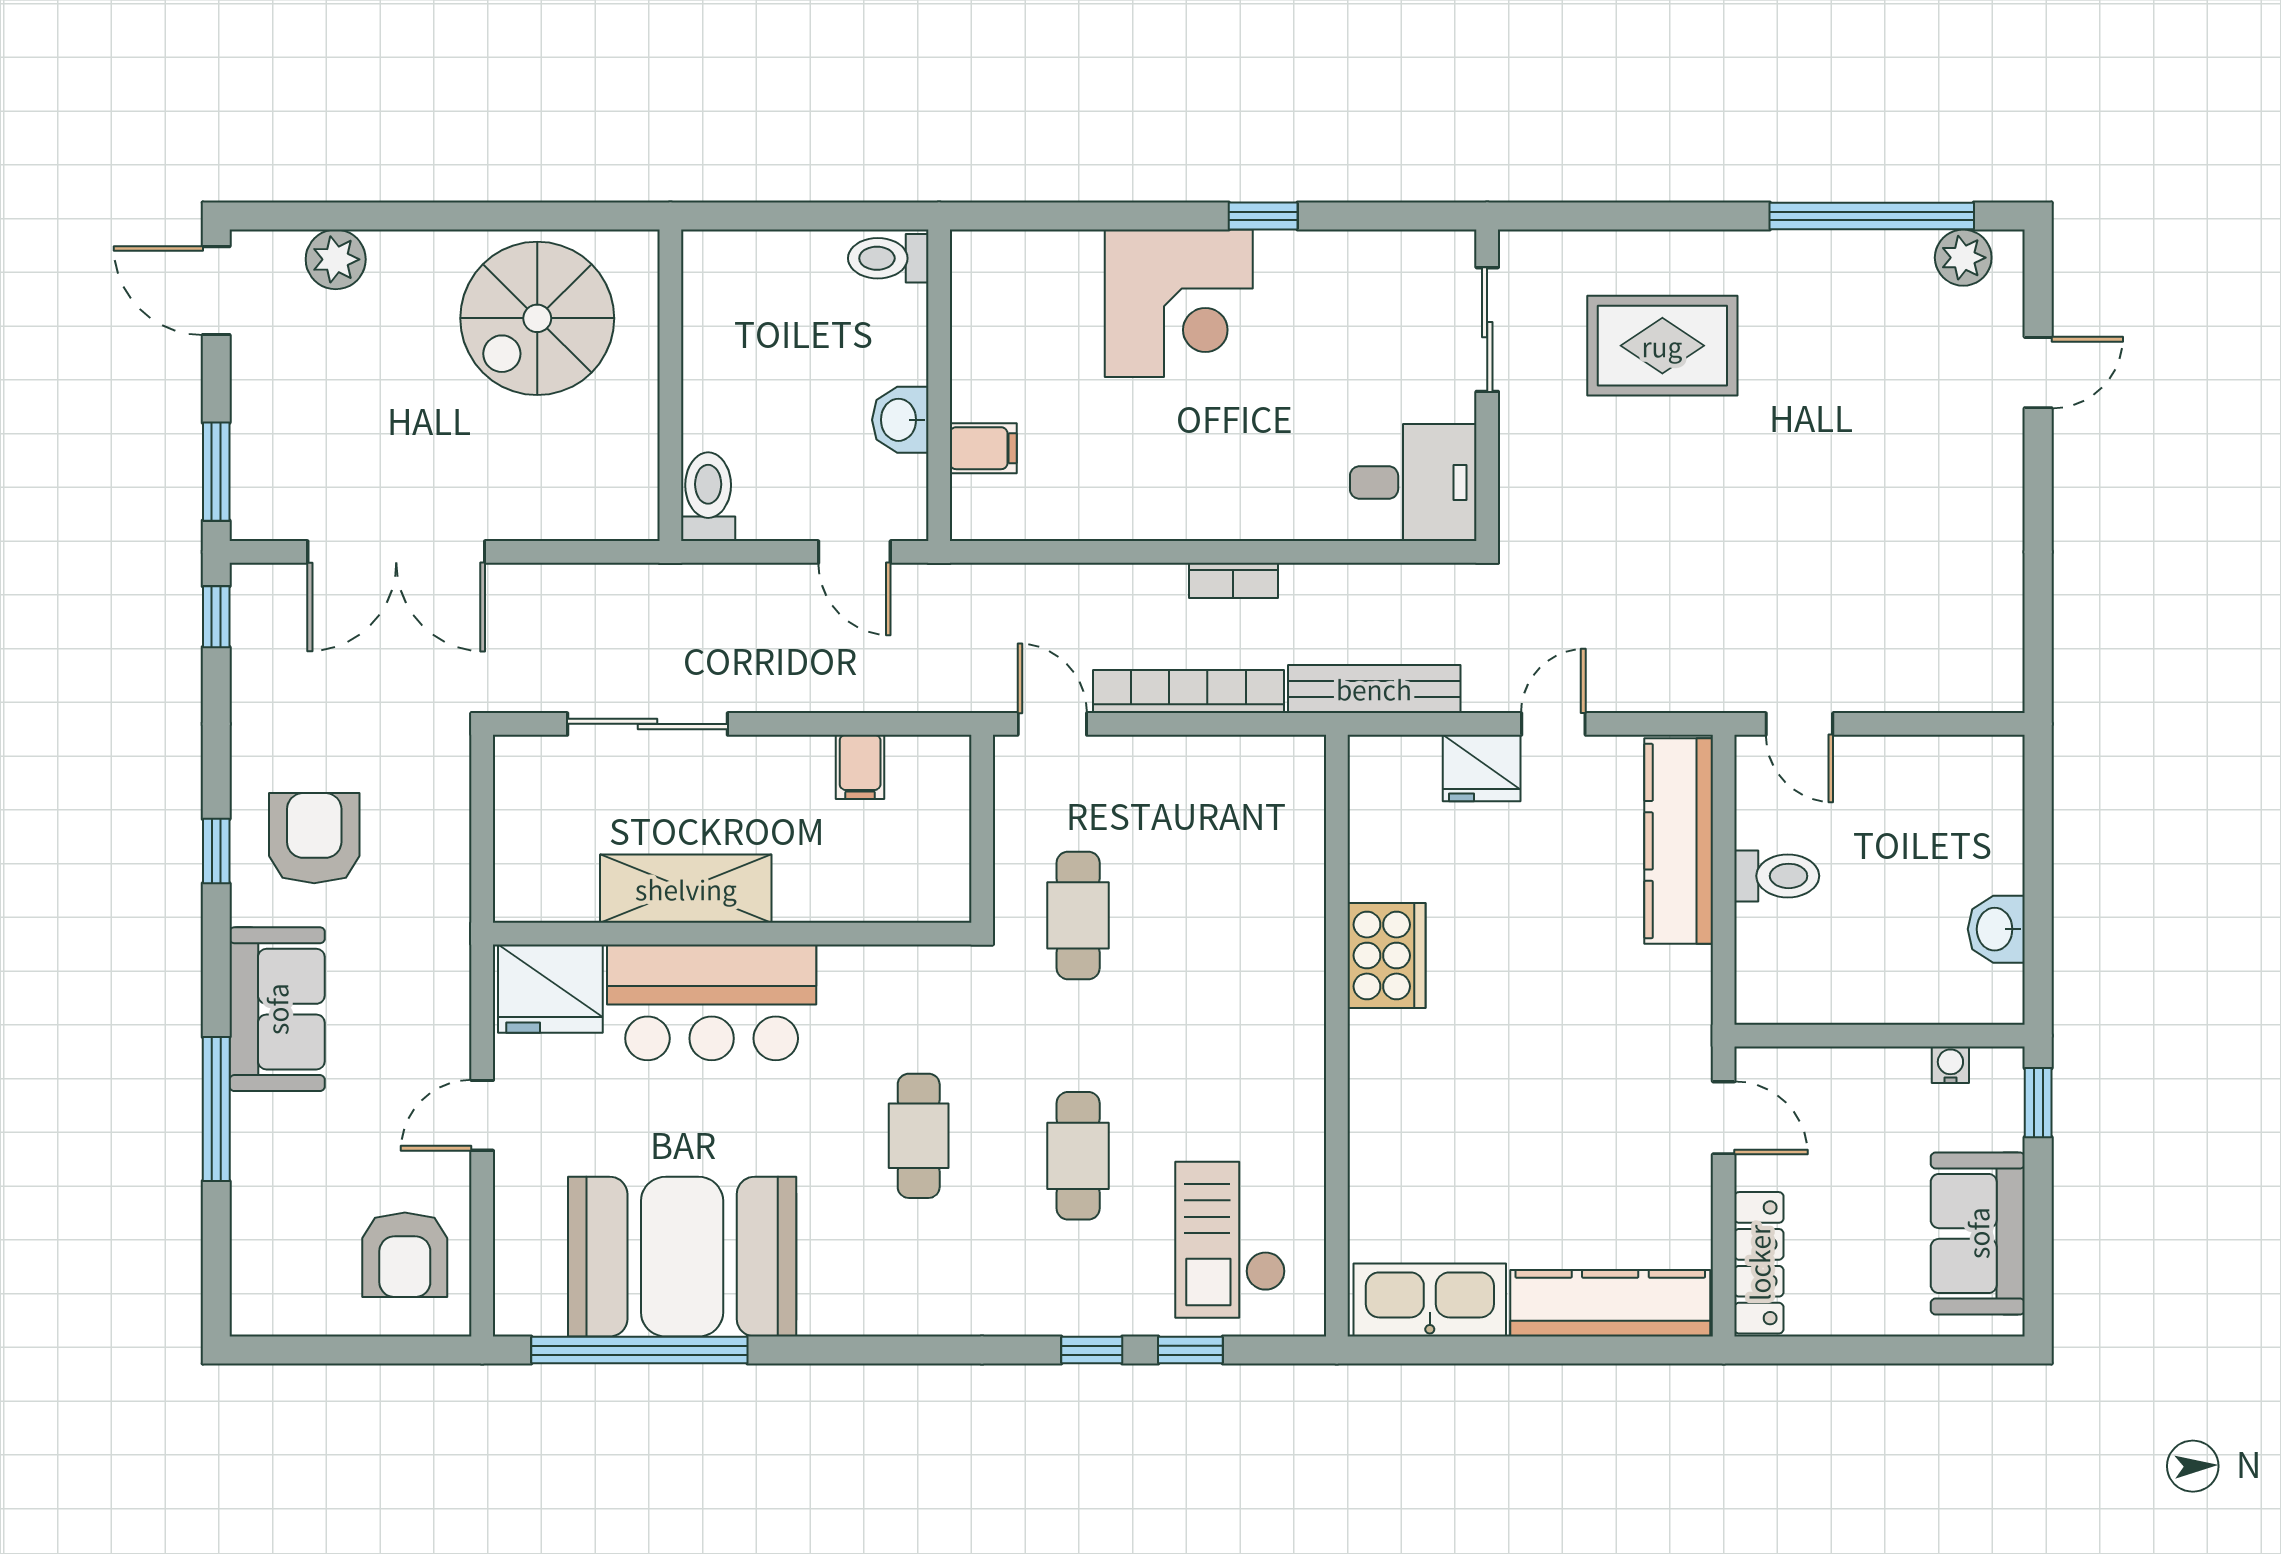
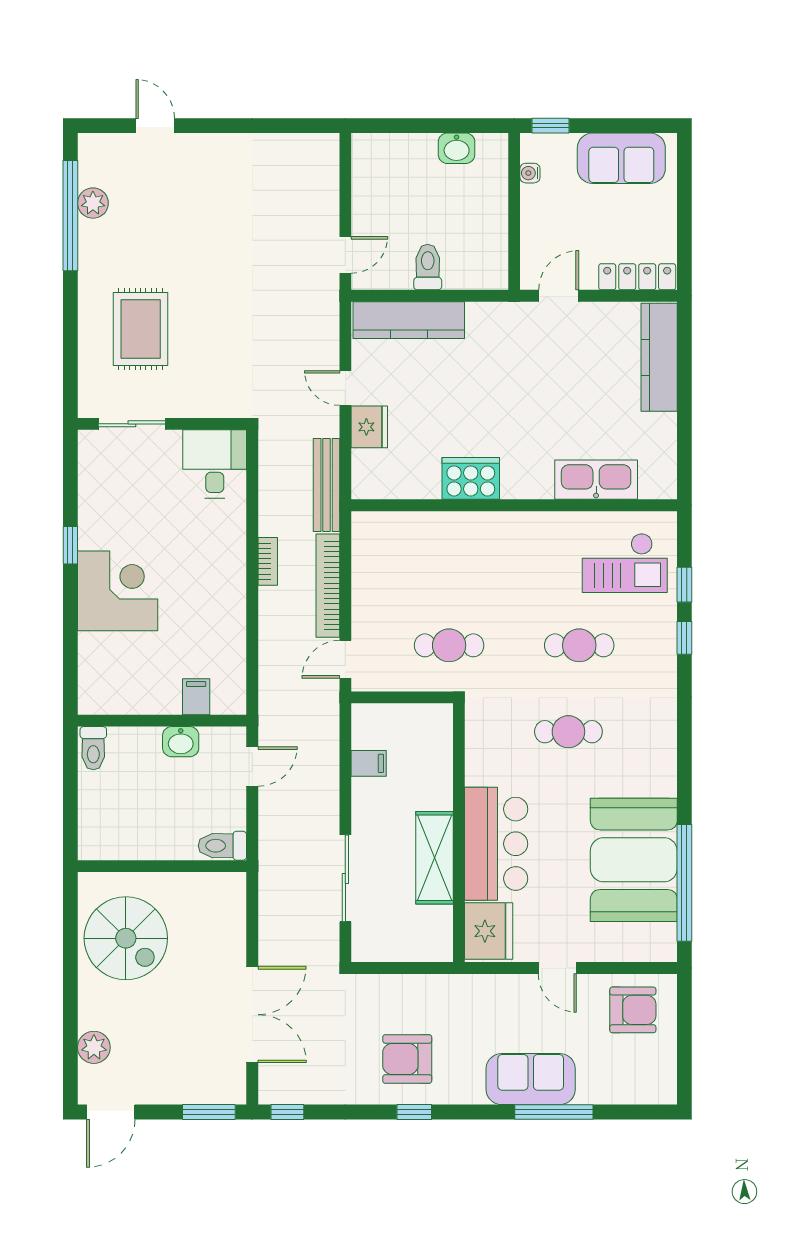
plant: (1963, 258) -> (93, 203), moved
sofa: (277, 1009) -> (531, 1079), moved
kitchen sink: (1430, 1300) -> (596, 480), moved, turned 90

